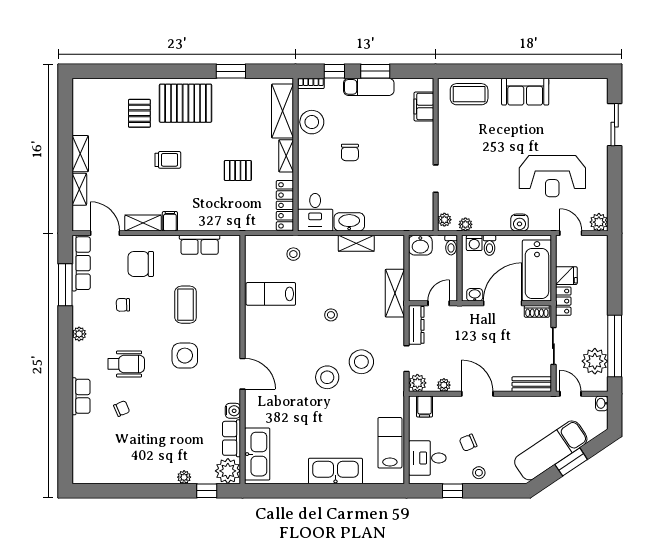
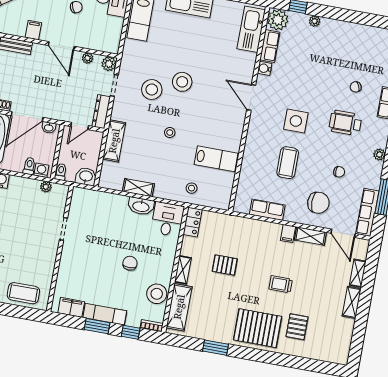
filing cabinet: (424, 106) -> (71, 307), moved, turned -90
locker: (285, 205) -> (193, 222), width x0.66
plant: (444, 220) -> (62, 194), removed
filing cabinet: (424, 406) -> (33, 30), moved

